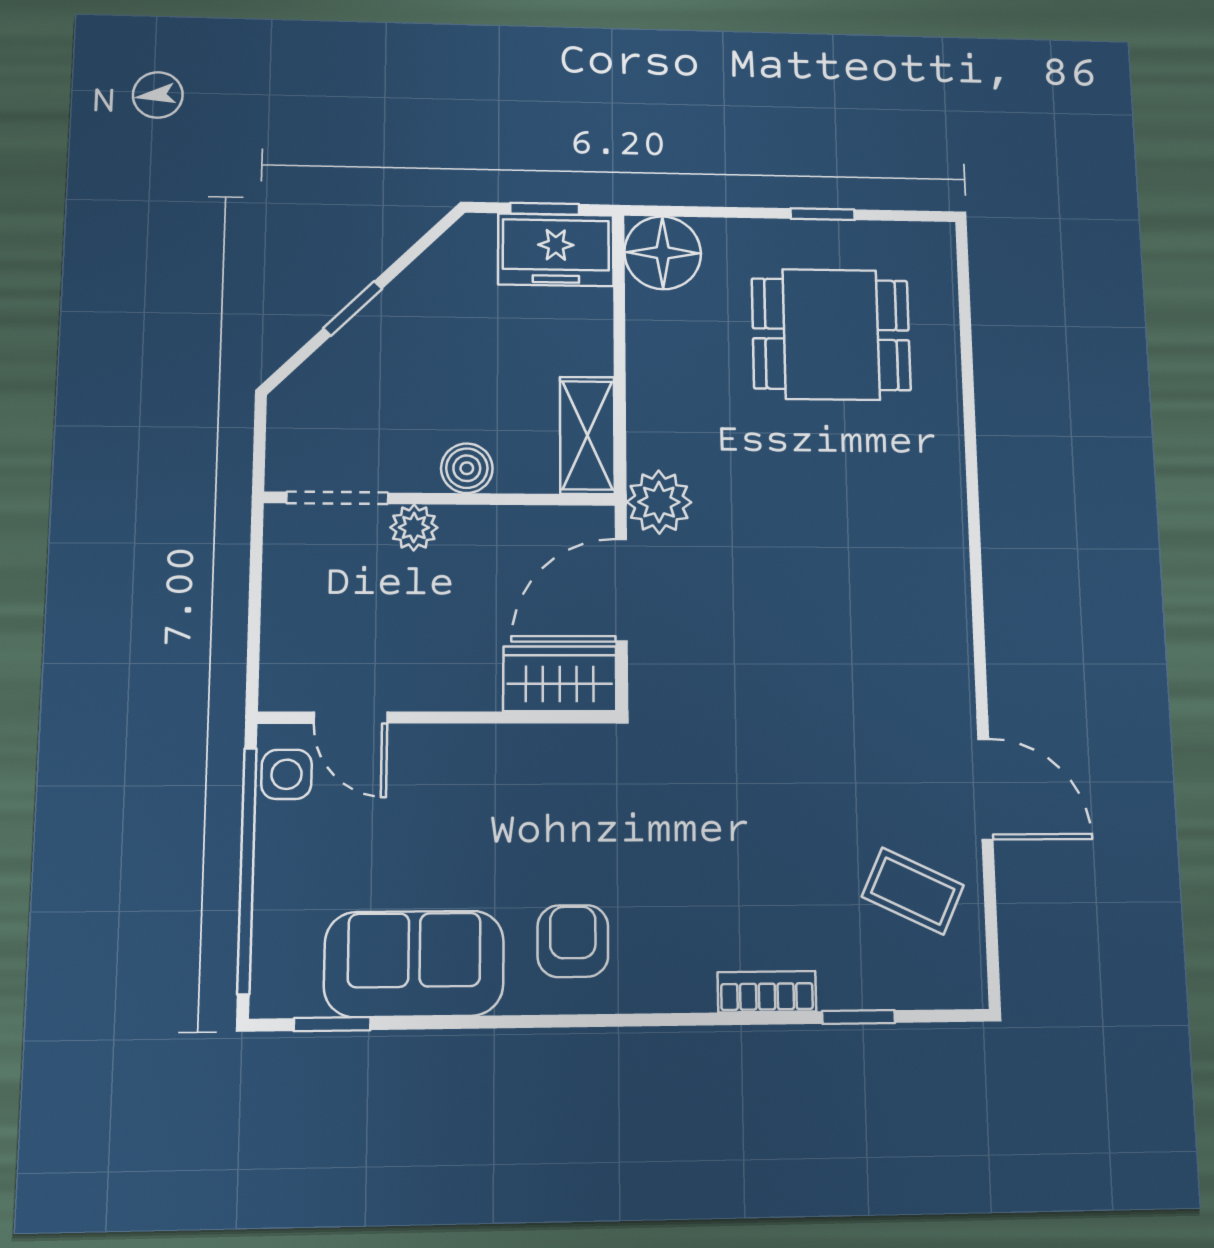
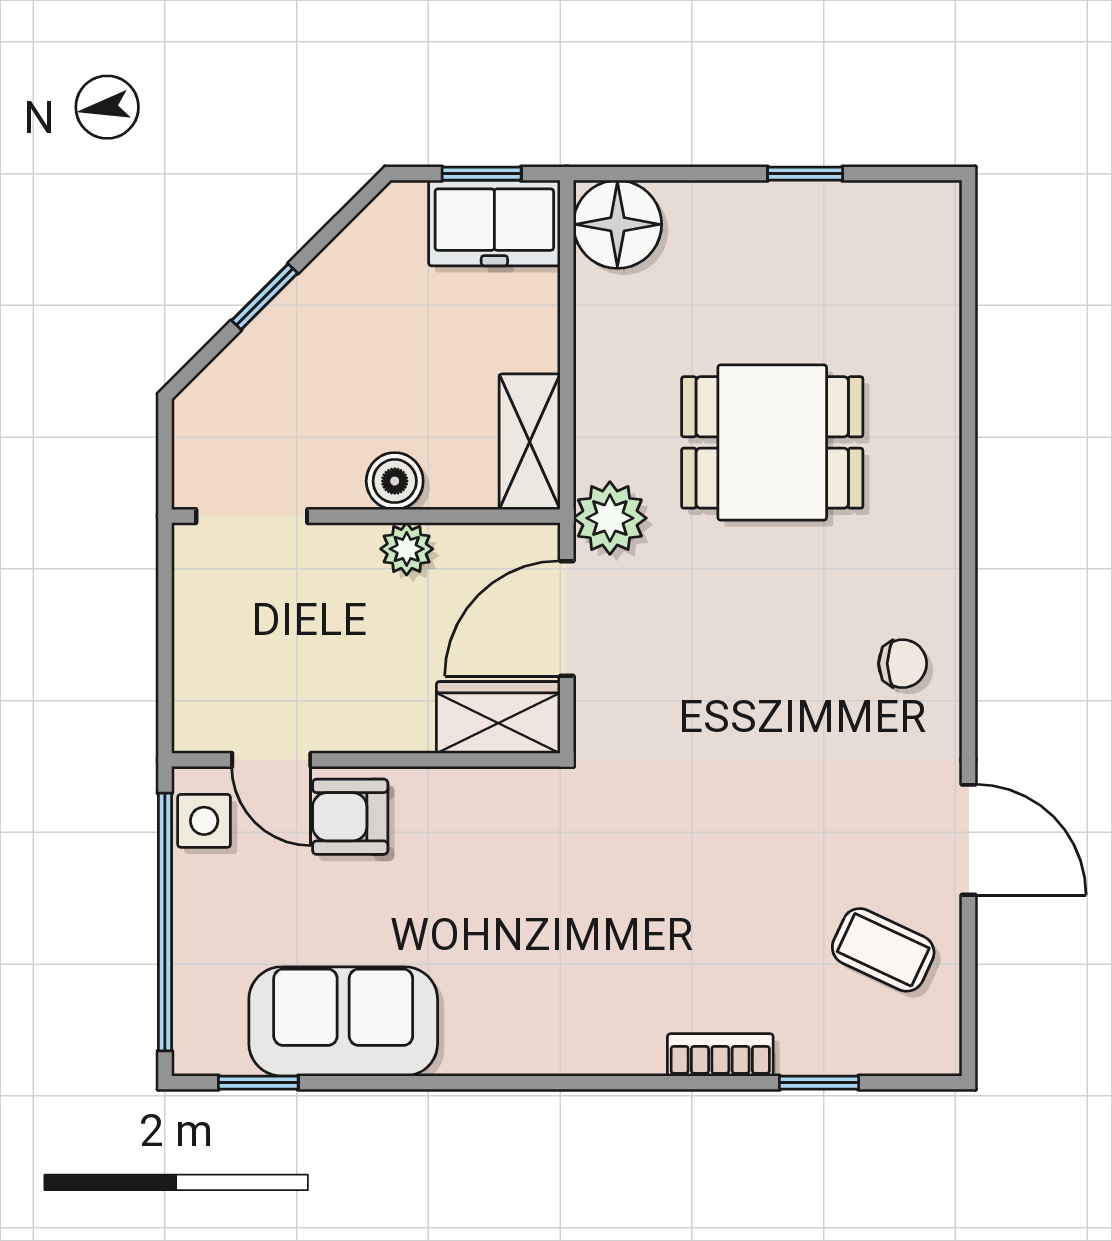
dining table: (831, 334) -> (772, 442), moved
plant: (414, 527) -> (407, 549), moved
chair: (921, 631) -> (903, 664), added
armchair: (573, 941) -> (350, 817), moved, turned -90

